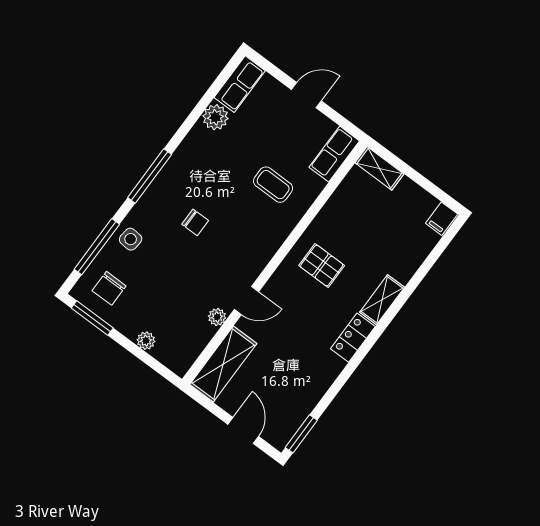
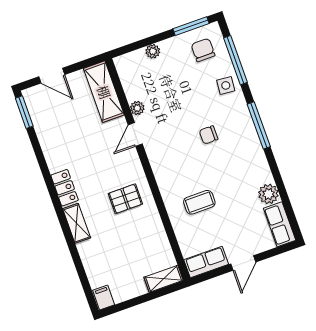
row of seats: (334, 154) -> (206, 262), moved, turned -90

